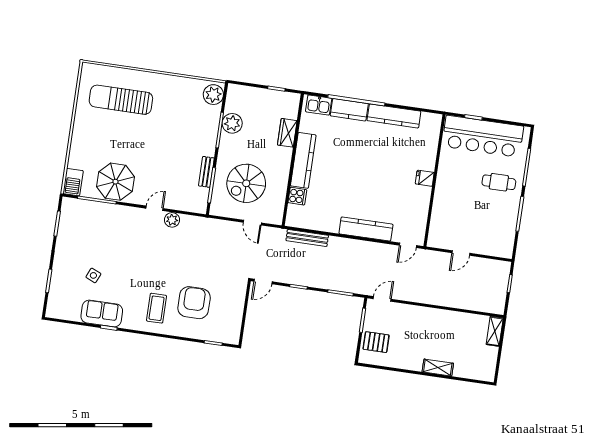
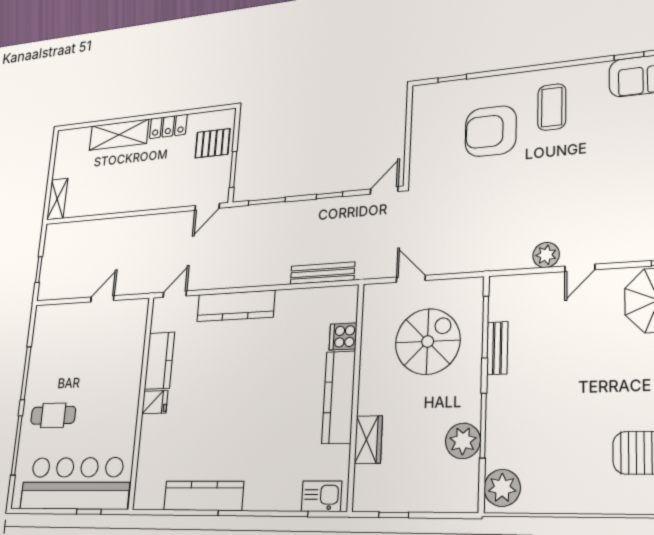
kitchen counter: (349, 110) -> (159, 361), moved, turned 90
armchair: (194, 303) -> (491, 131), turned 90
locker: (408, 363) -> (168, 126), added
shelving: (438, 368) -> (119, 135), width x1.50, depth x1.33

